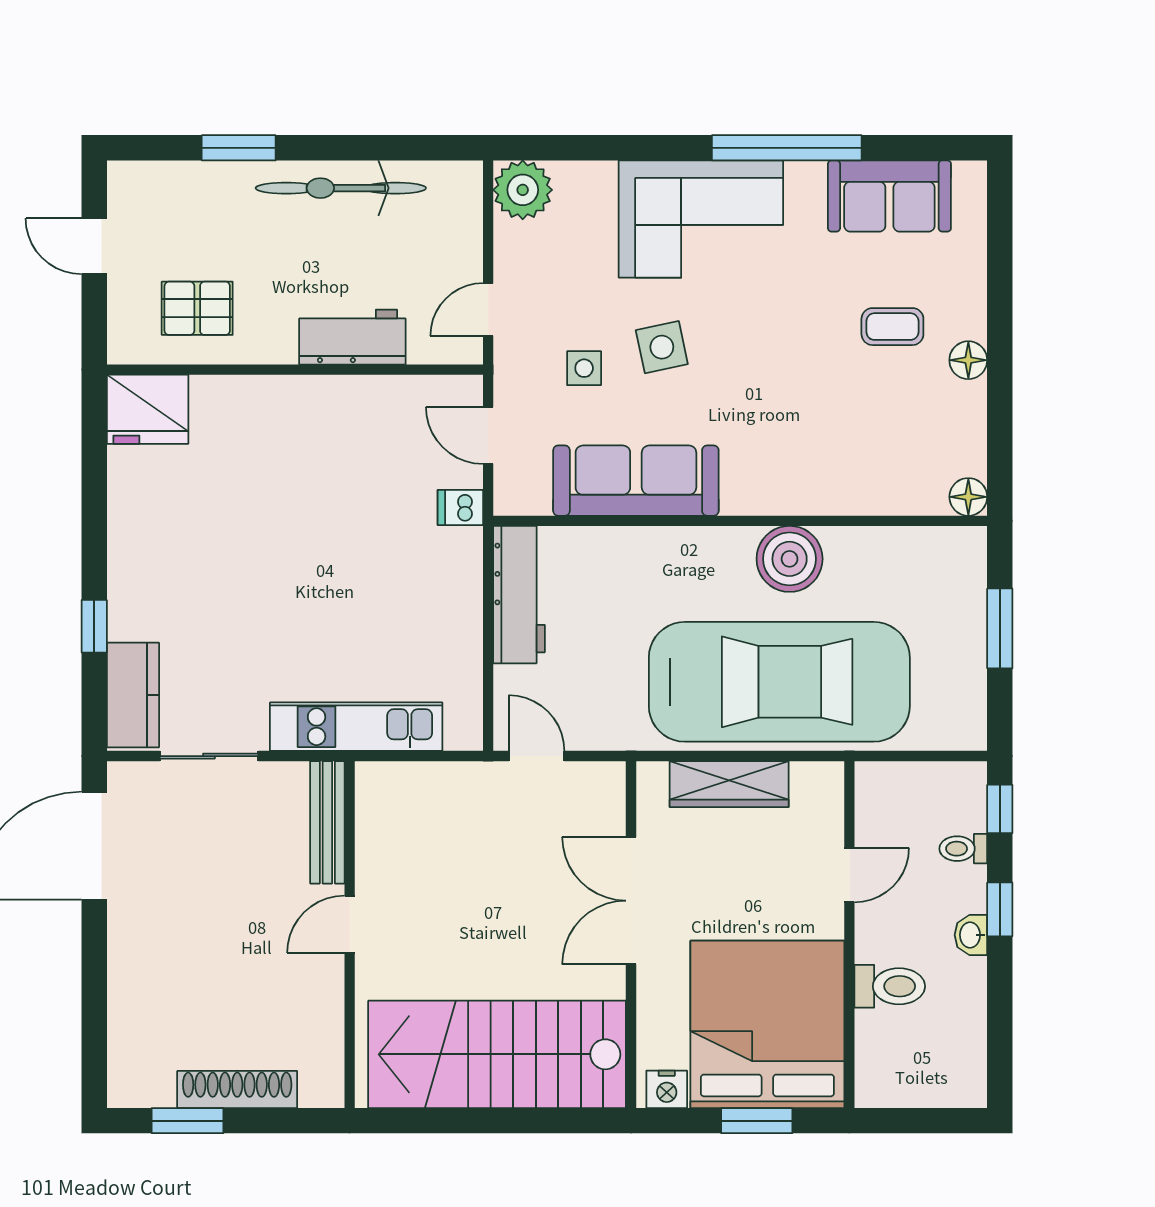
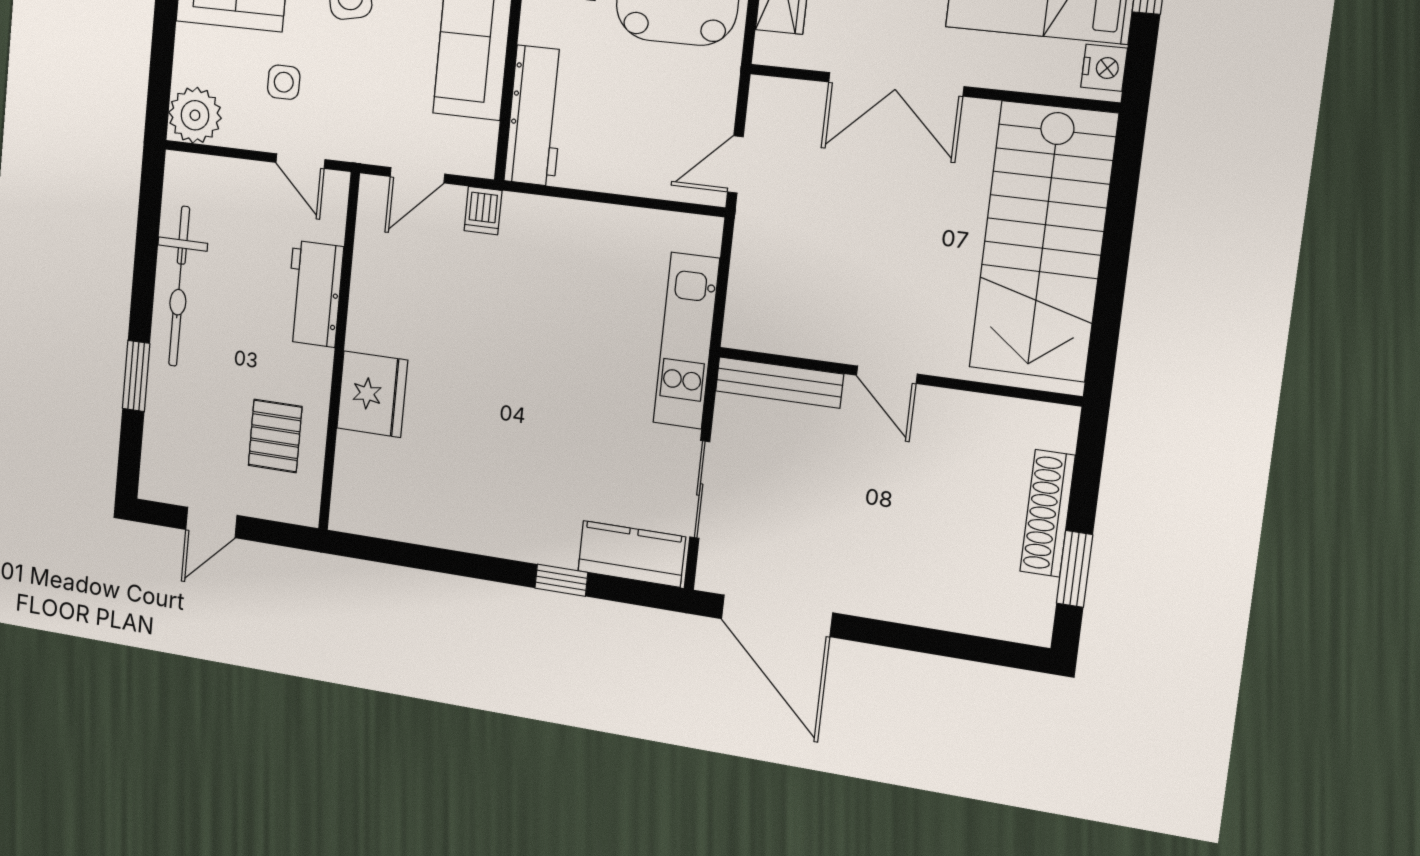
side table: (584, 368) -> (284, 82), moved
fridge: (148, 409) -> (372, 394), moved
workbench: (519, 595) -> (535, 116), moved, turned 90

